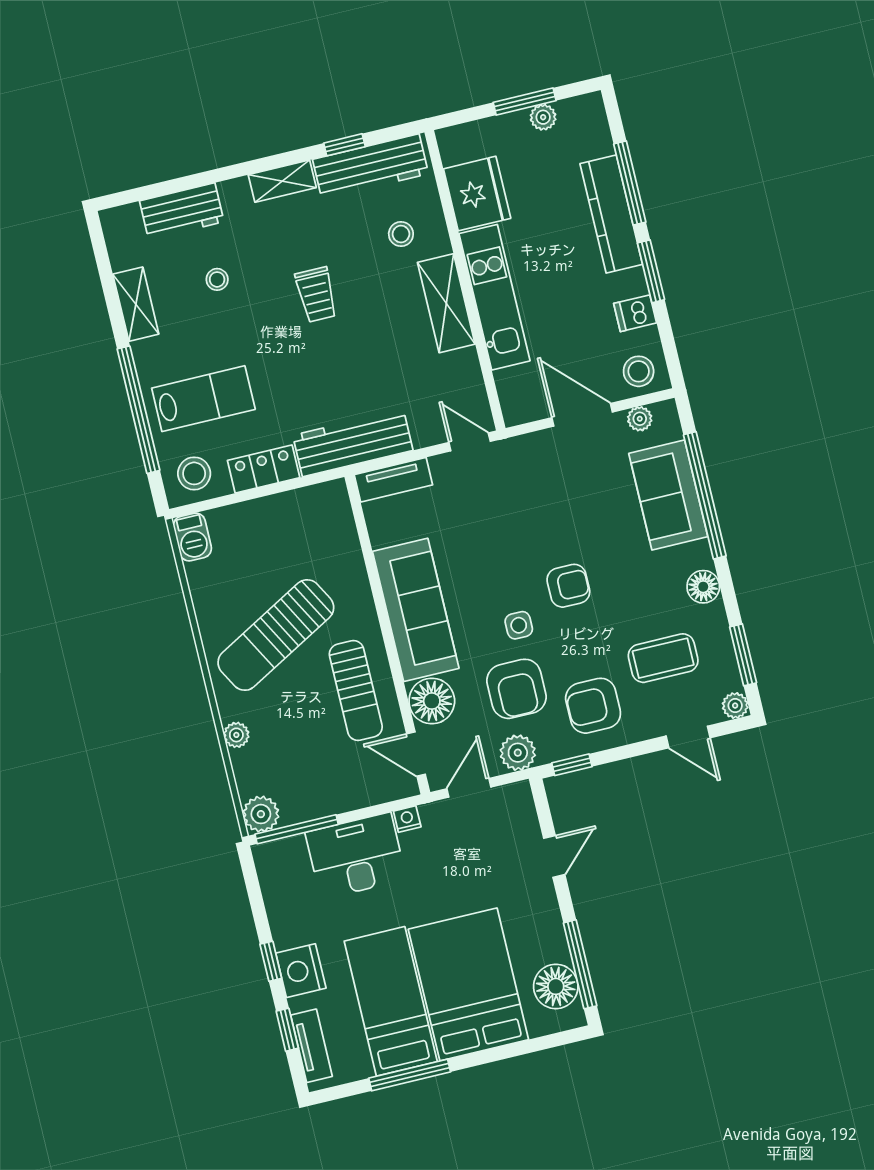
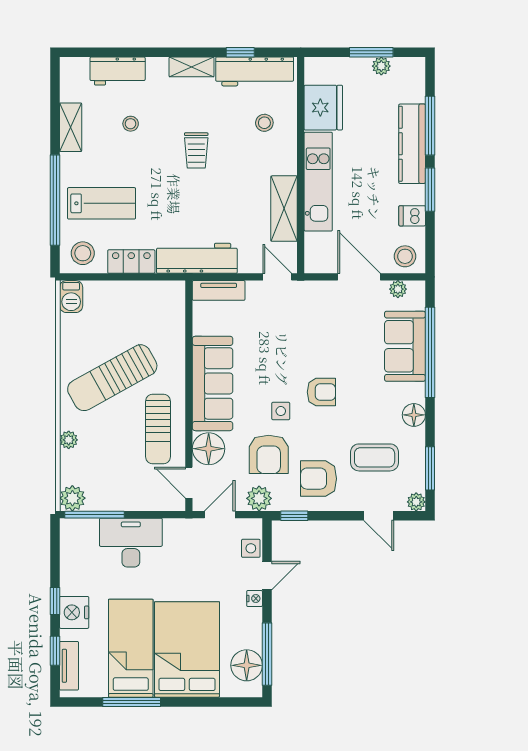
shelving: (446, 303) -> (284, 209), moved
nightstand: (407, 819) -> (255, 599), moved, turned 90
side table: (523, 824) -> (251, 548), added

